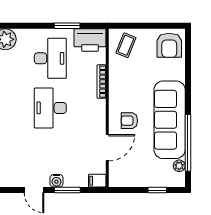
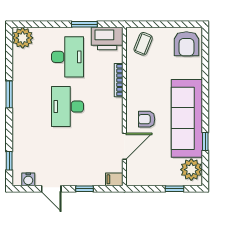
window: (188, 143) -> (205, 142), width x0.32
plant: (179, 166) -> (191, 170), width x1.88, depth x1.88
water cooler: (56, 181) -> (28, 179), moved
window: (67, 190) -> (84, 189), width x0.67

